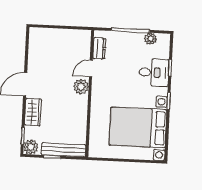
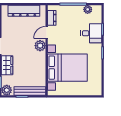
dresser: (60, 36) -> (24, 11), added
bed with nightstands: (138, 127) -> (67, 68), moved, turned 180

